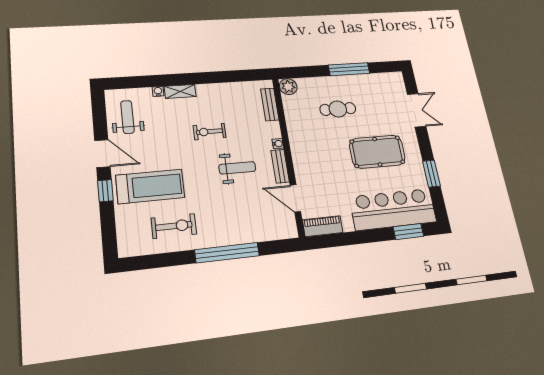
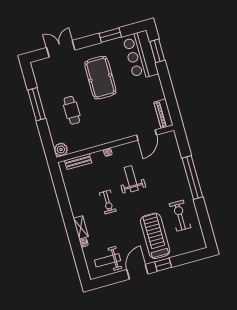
bench: (280, 166) -> (125, 149), removed
bar counter: (393, 209) -> (141, 55), width x0.73

